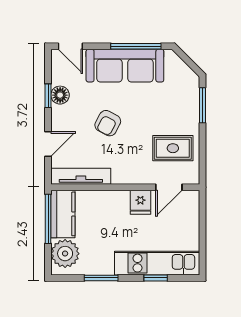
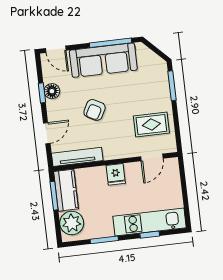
fridge: (140, 202) -> (116, 174), moved
window: (48, 219) -> (54, 196), width x0.69

